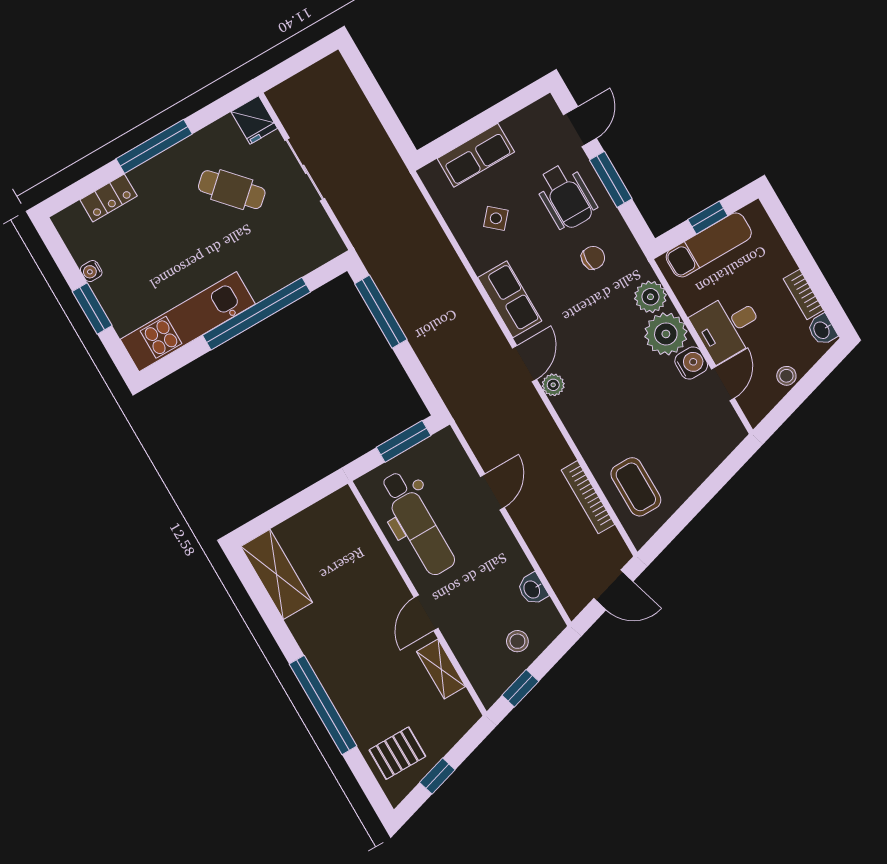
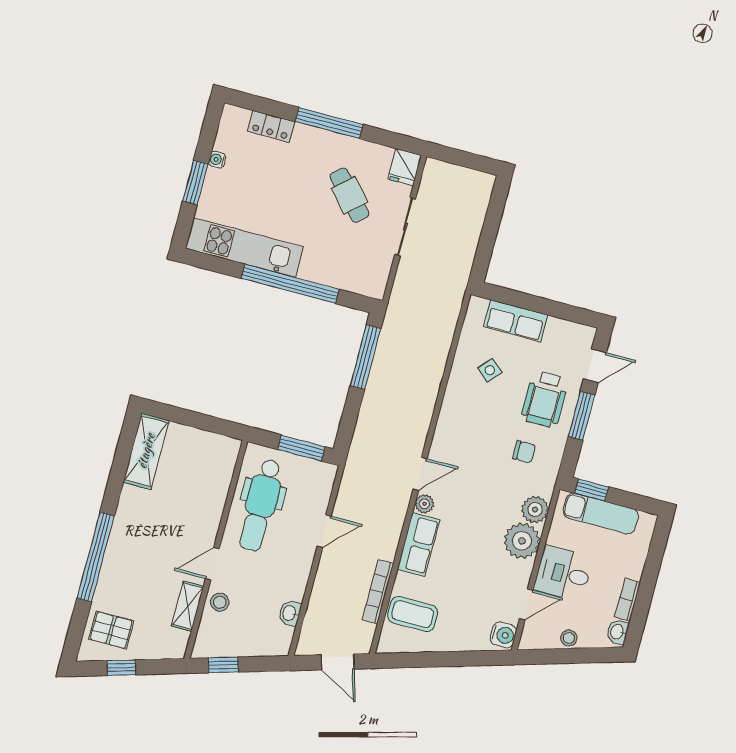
window: (708, 218) -> (592, 490), moved
row of seats: (510, 299) -> (418, 545), moved
water cooler: (691, 363) -> (503, 635), moved
coffee table: (636, 487) -> (413, 614), turned 90
stool: (517, 641) -> (220, 602), moved

